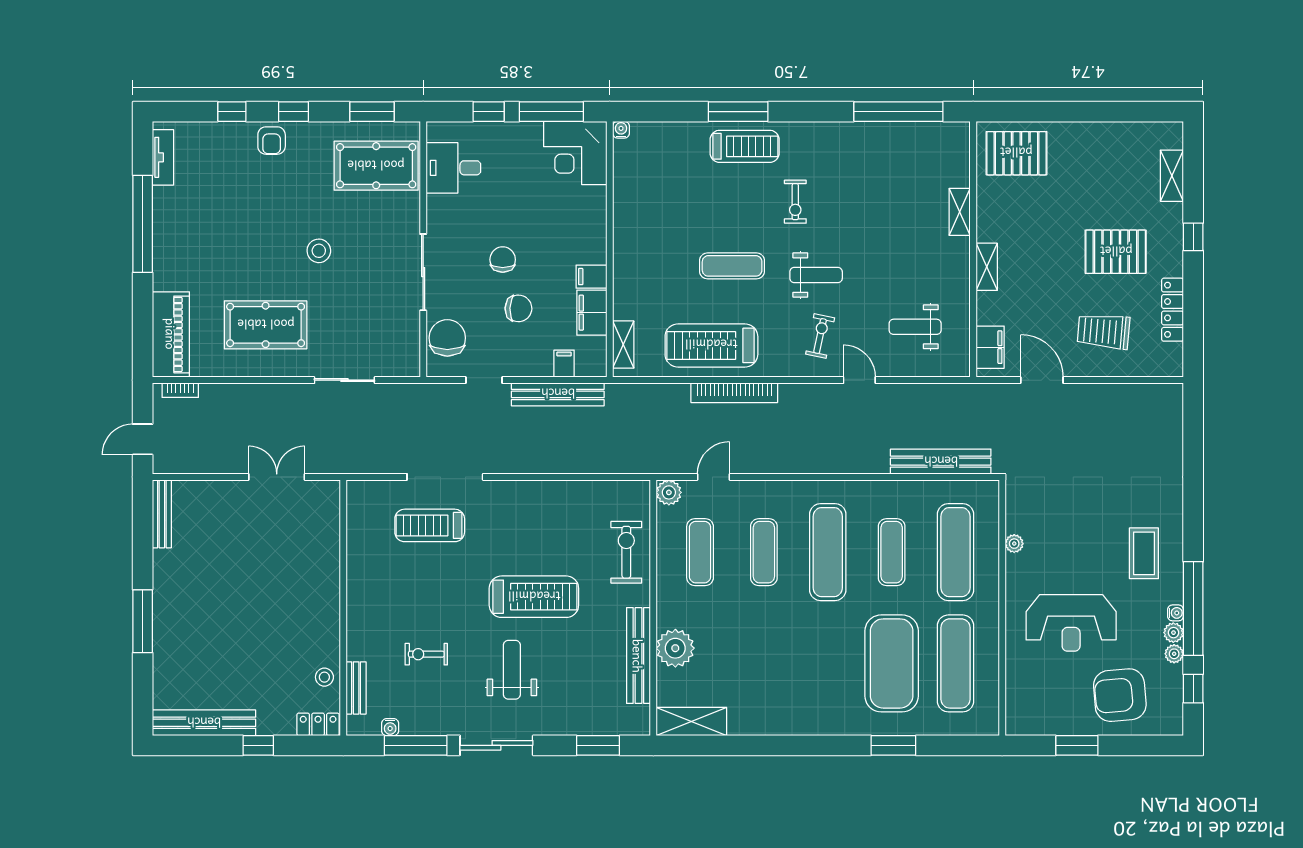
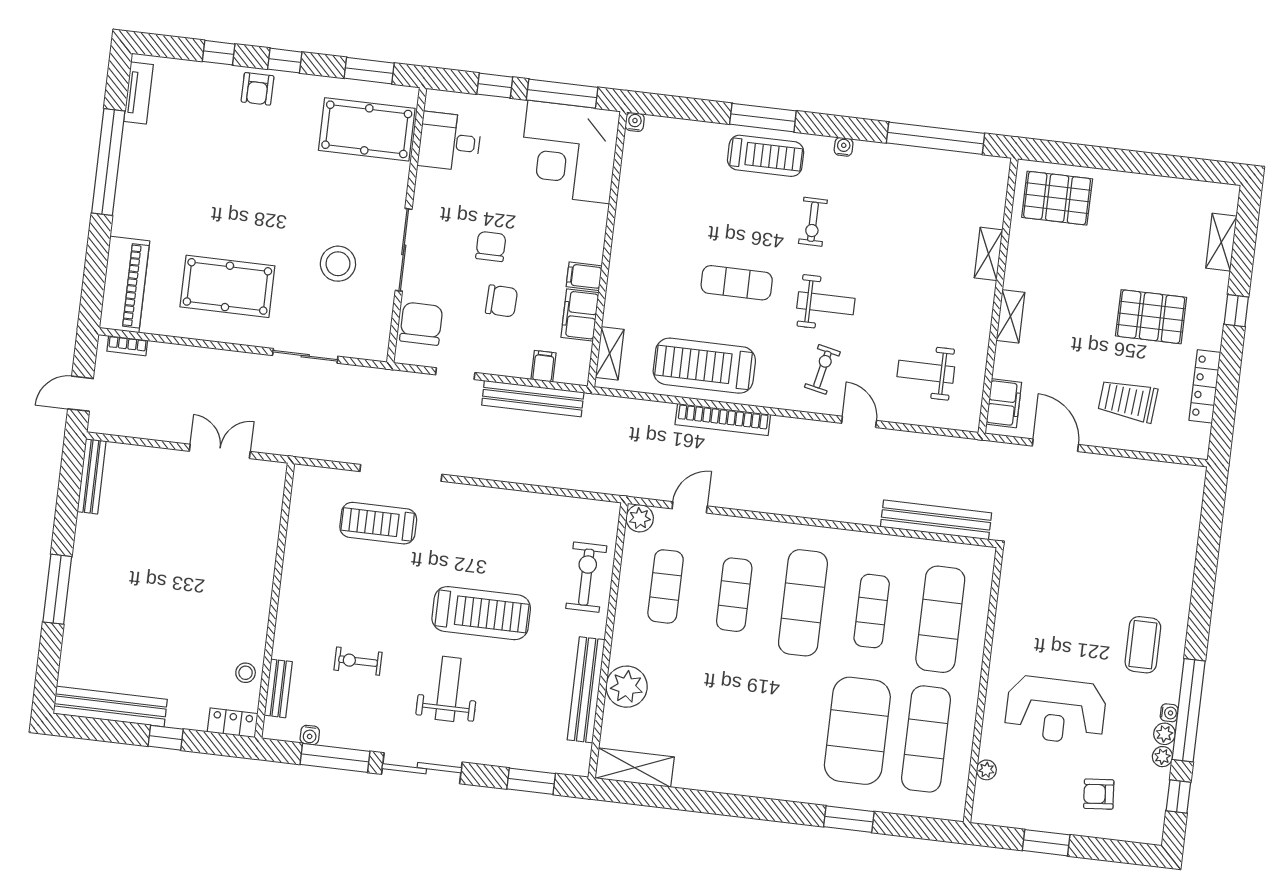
water cooler: (815, 130) -> (844, 147), added
corner desk: (575, 153) -> (569, 152), width x1.36, depth x1.36
stool: (319, 251) -> (338, 264), moved, width x1.38, depth x1.38
plant: (1014, 544) -> (986, 770), moved
armchair: (1120, 695) -> (1099, 794), width x0.53, depth x0.53

